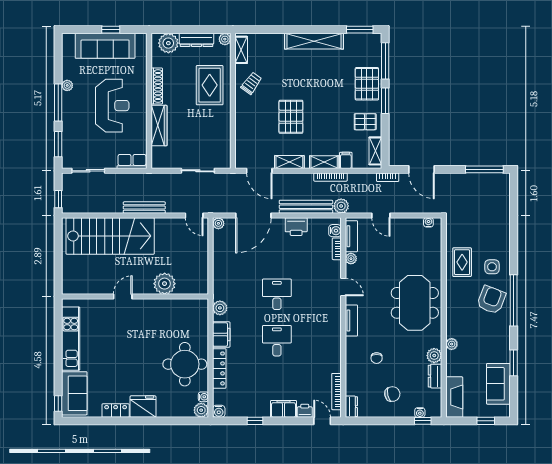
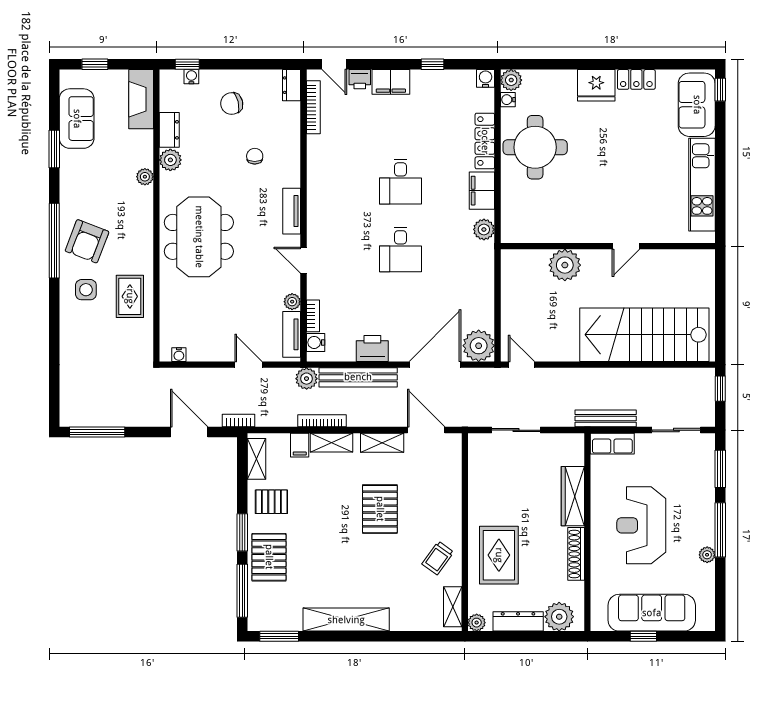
bench: (144, 208) -> (606, 418), moved
plant: (218, 223) -> (479, 346), width x1.87, depth x1.87

